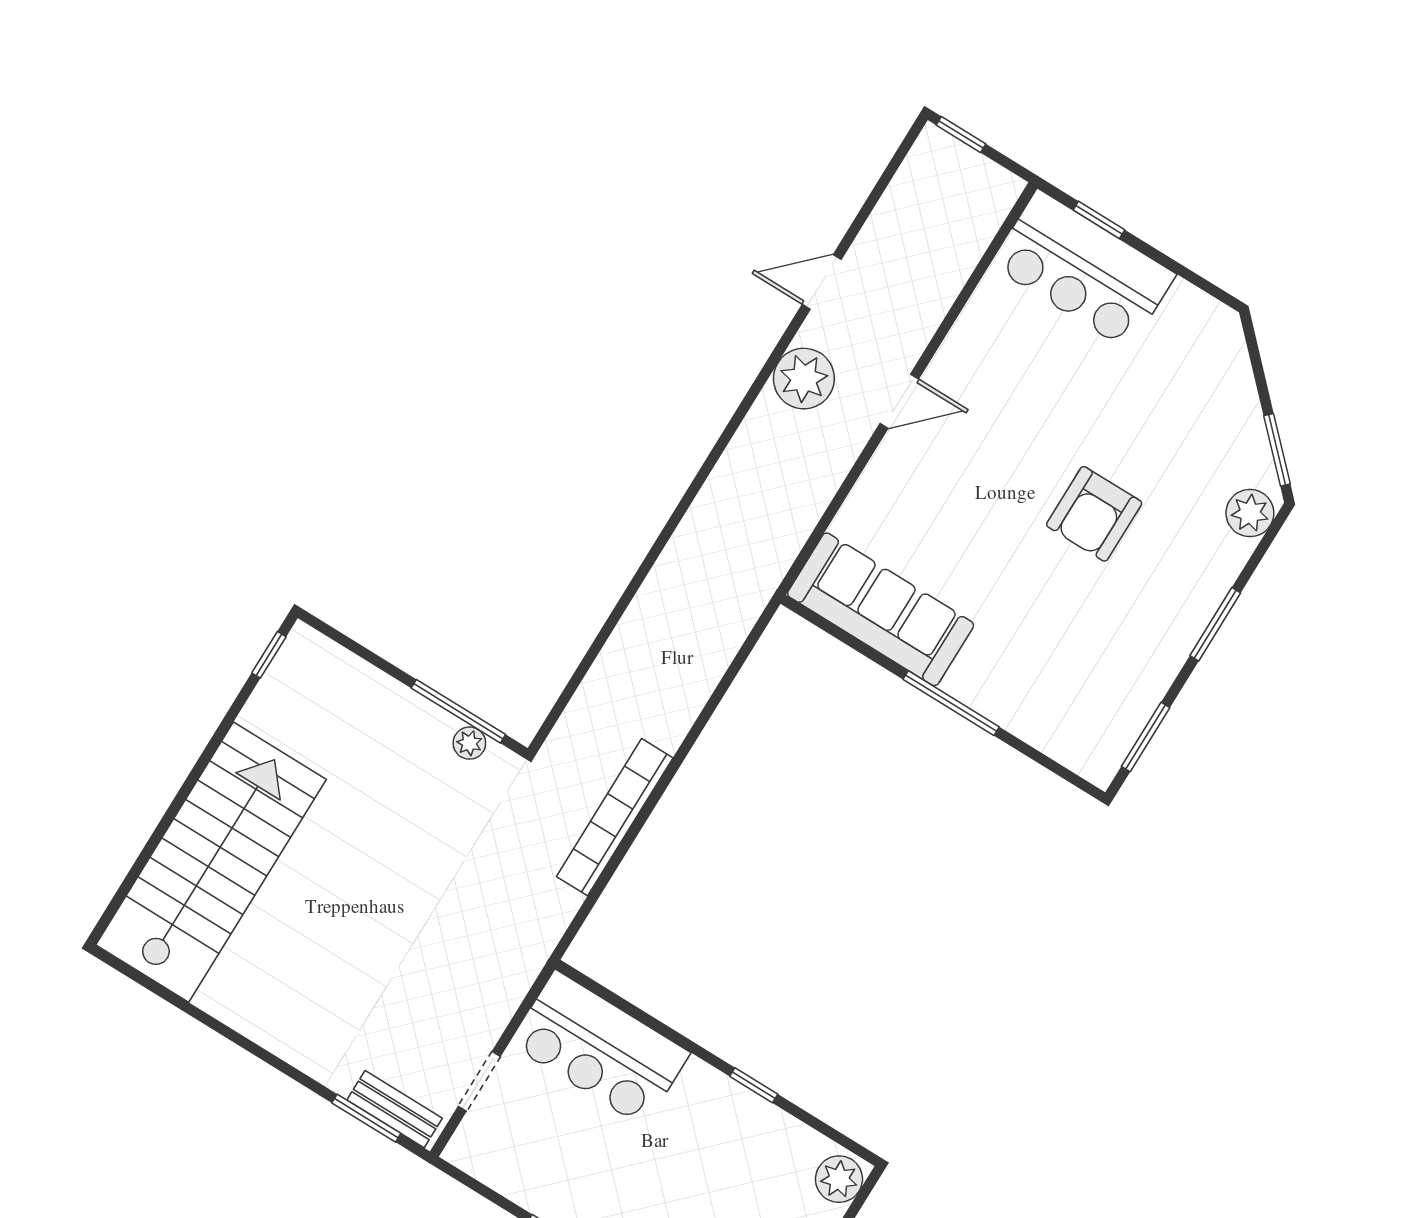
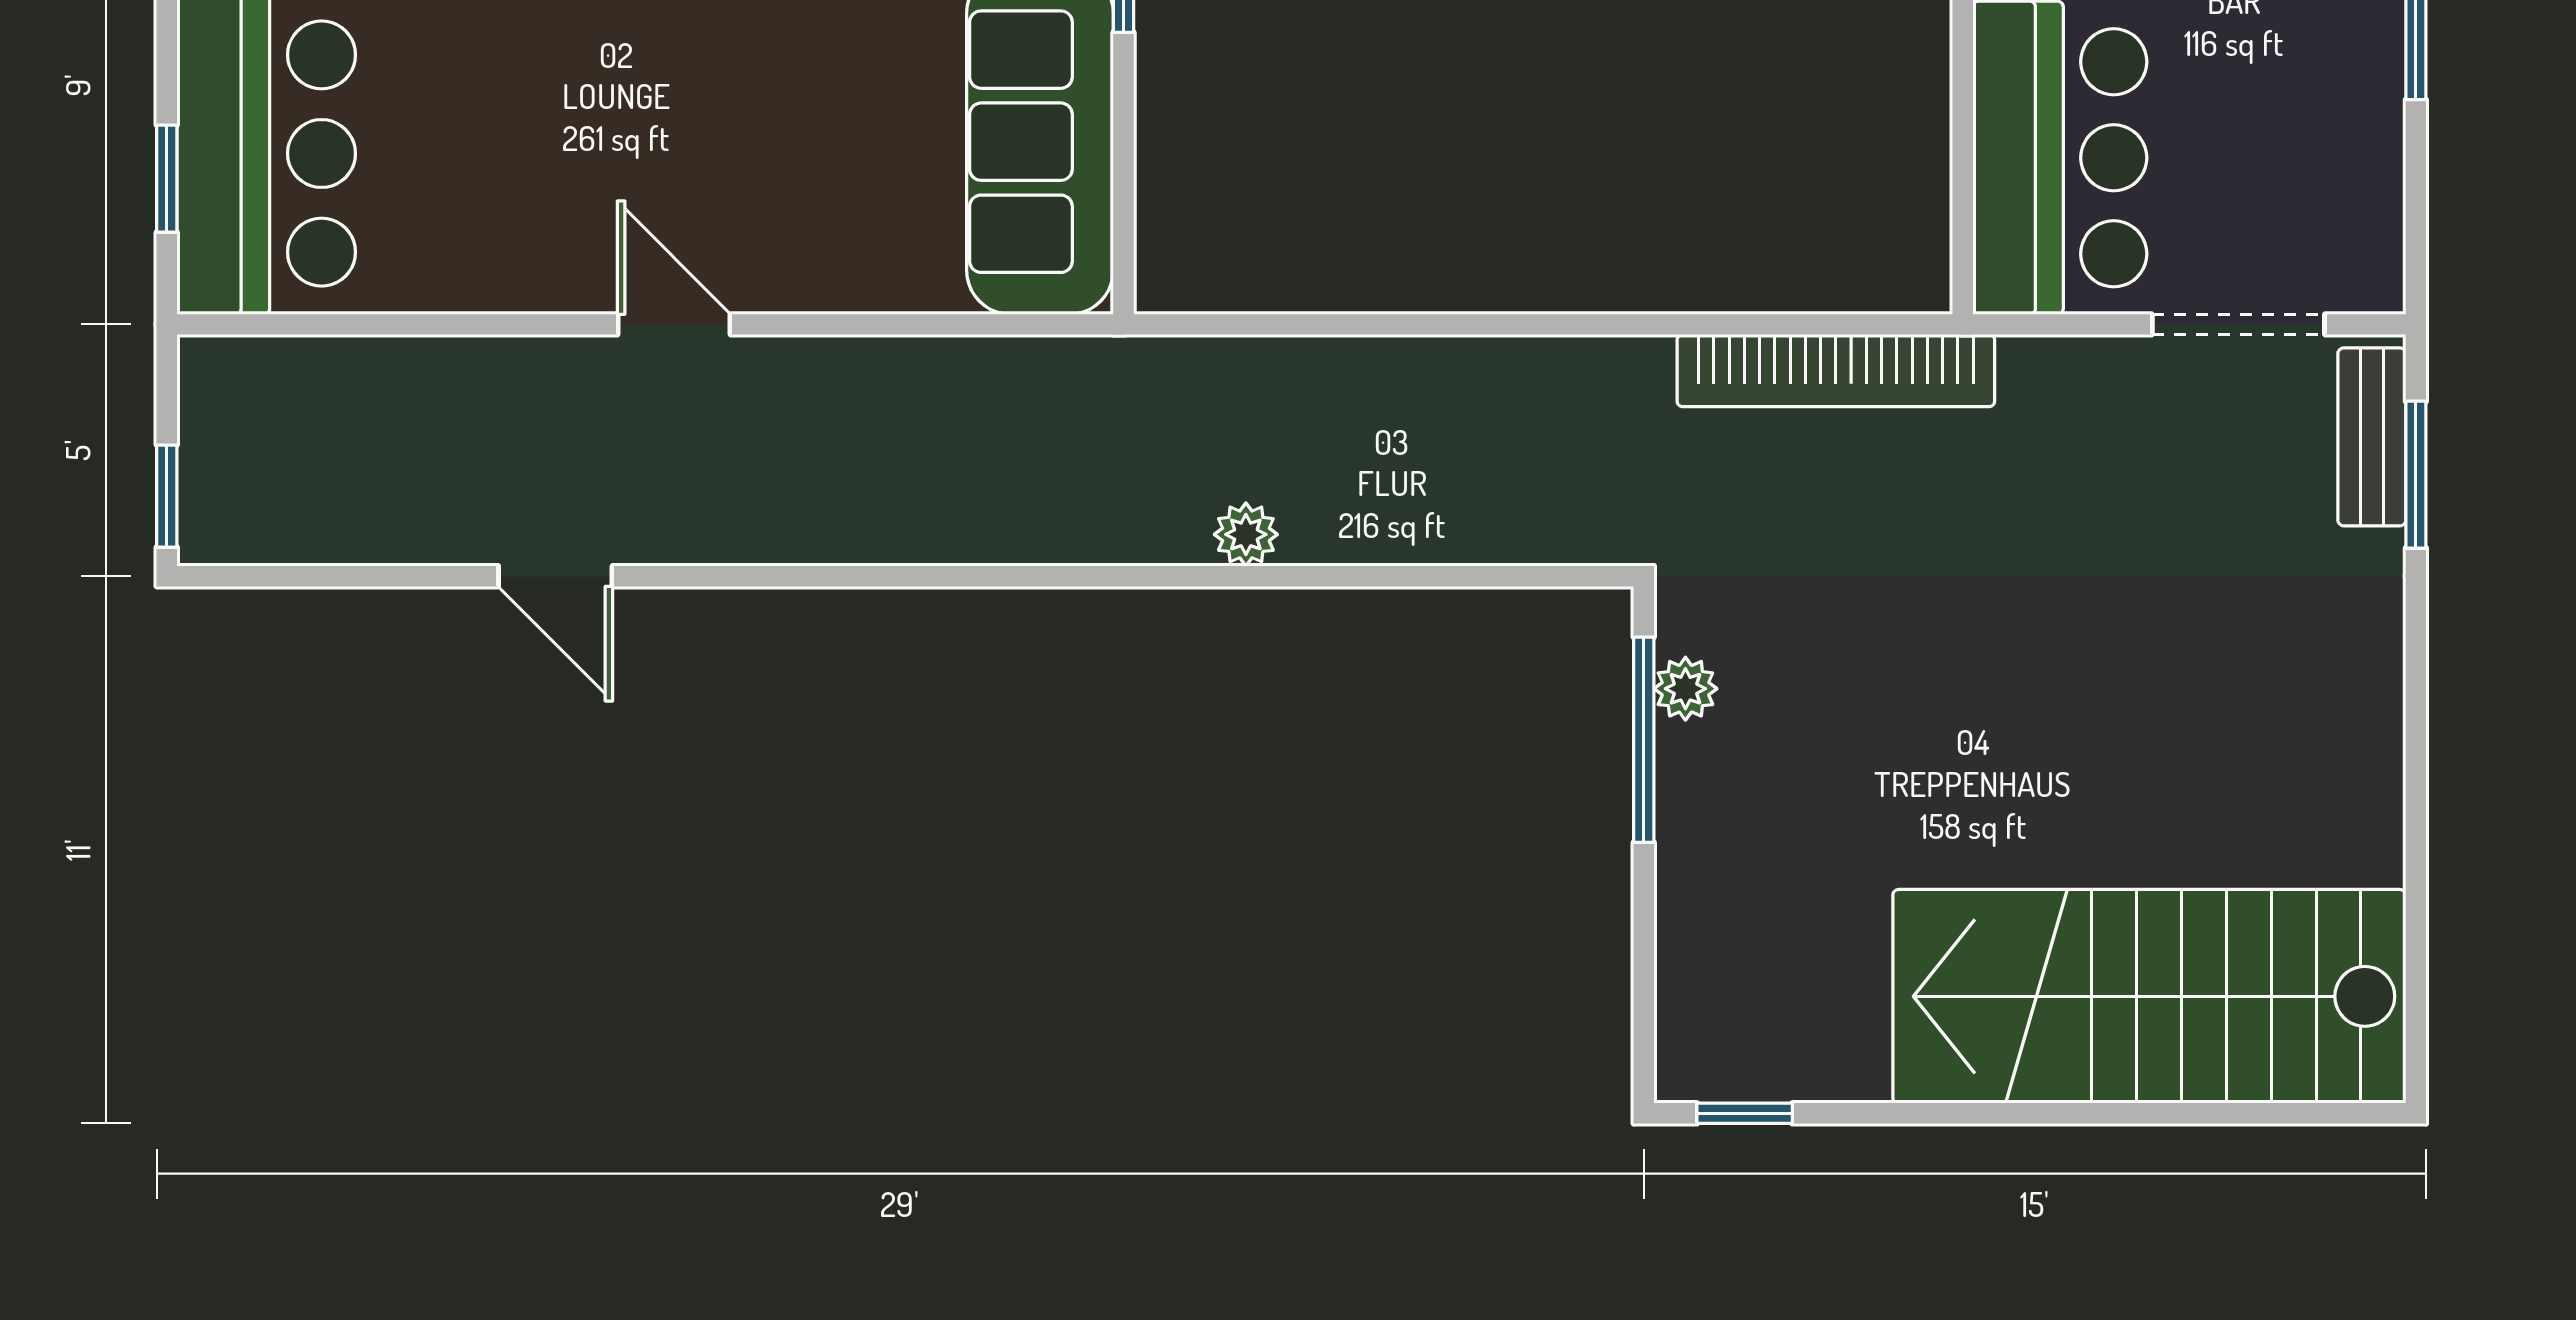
plant: (804, 379) -> (1246, 534), moved, width x0.53, depth x0.53
bookcase: (615, 817) -> (1836, 371), moved
doorway: (479, 1081) -> (2238, 324), width x1.38

